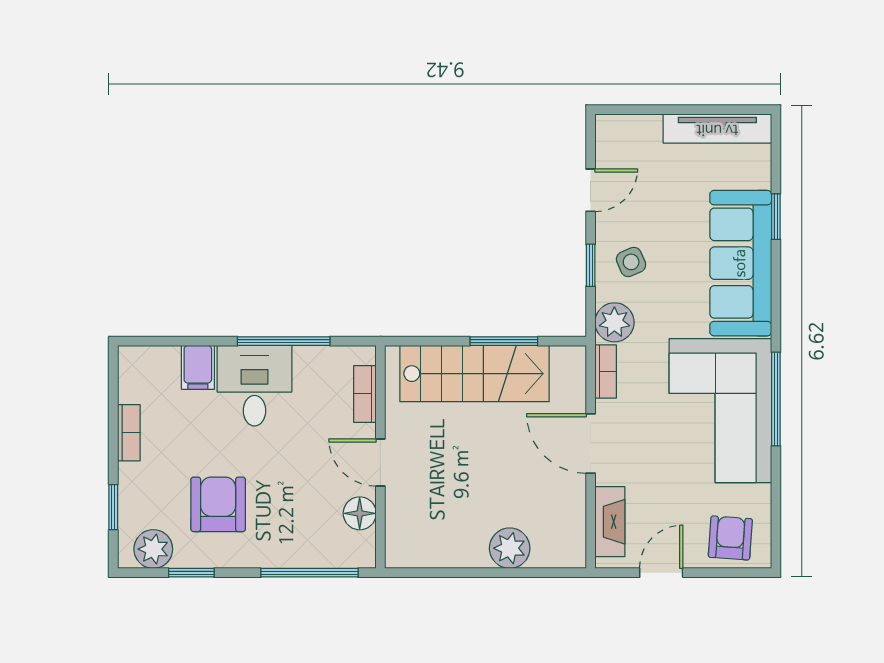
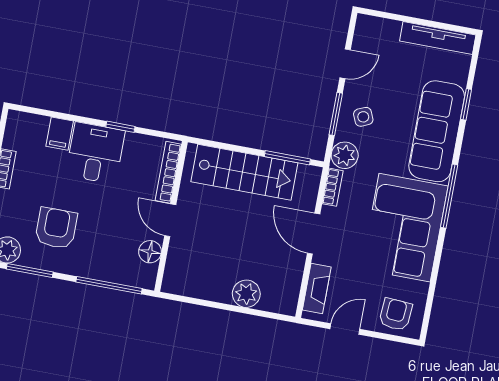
window: (591, 265) -> (336, 114), width x1.50
window: (284, 341) -> (120, 127), width x0.46
window: (504, 341) -> (287, 158), moved
bookcase: (365, 394) -> (168, 172), width x1.56
window: (776, 399) -> (449, 196), moved
window: (191, 573) -> (30, 271), width x1.50

